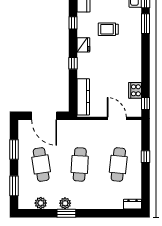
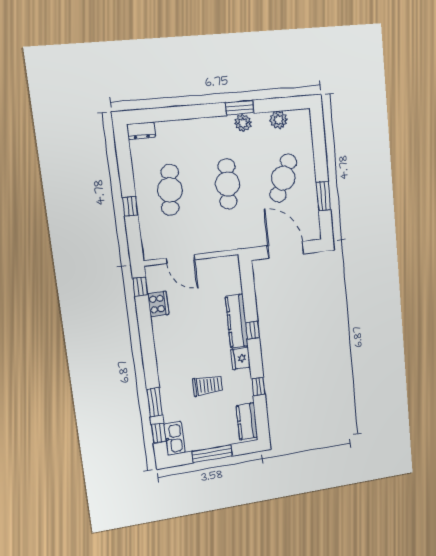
kitchen counter: (83, 97) -> (237, 321), moved
cafe table: (41, 164) -> (283, 178), turned 33
window: (14, 186) -> (319, 142), removed

